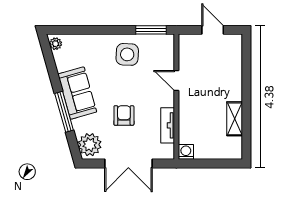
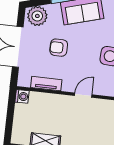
armchair: (124, 115) -> (59, 48), turned 180

